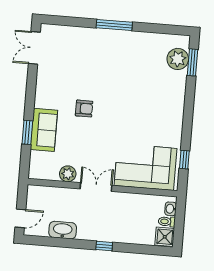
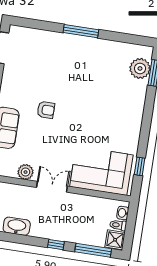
window: (143, 249) -> (93, 250), added

